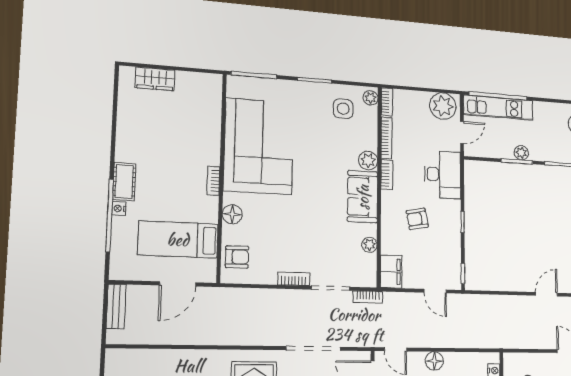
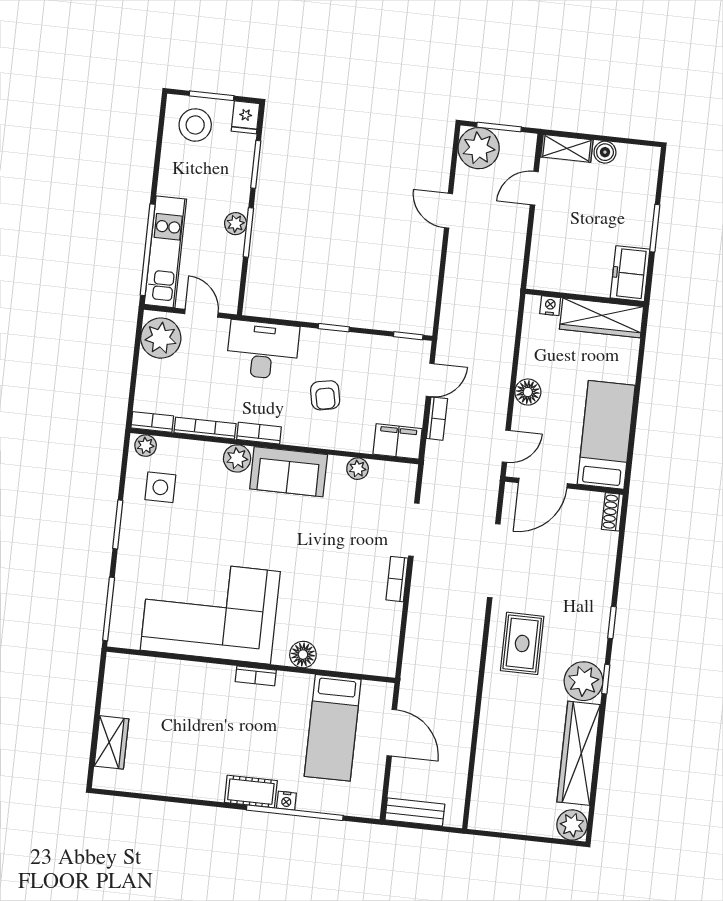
armchair: (237, 257) -> (362, 653), removed
bookcase: (368, 297) -> (437, 419), moved

